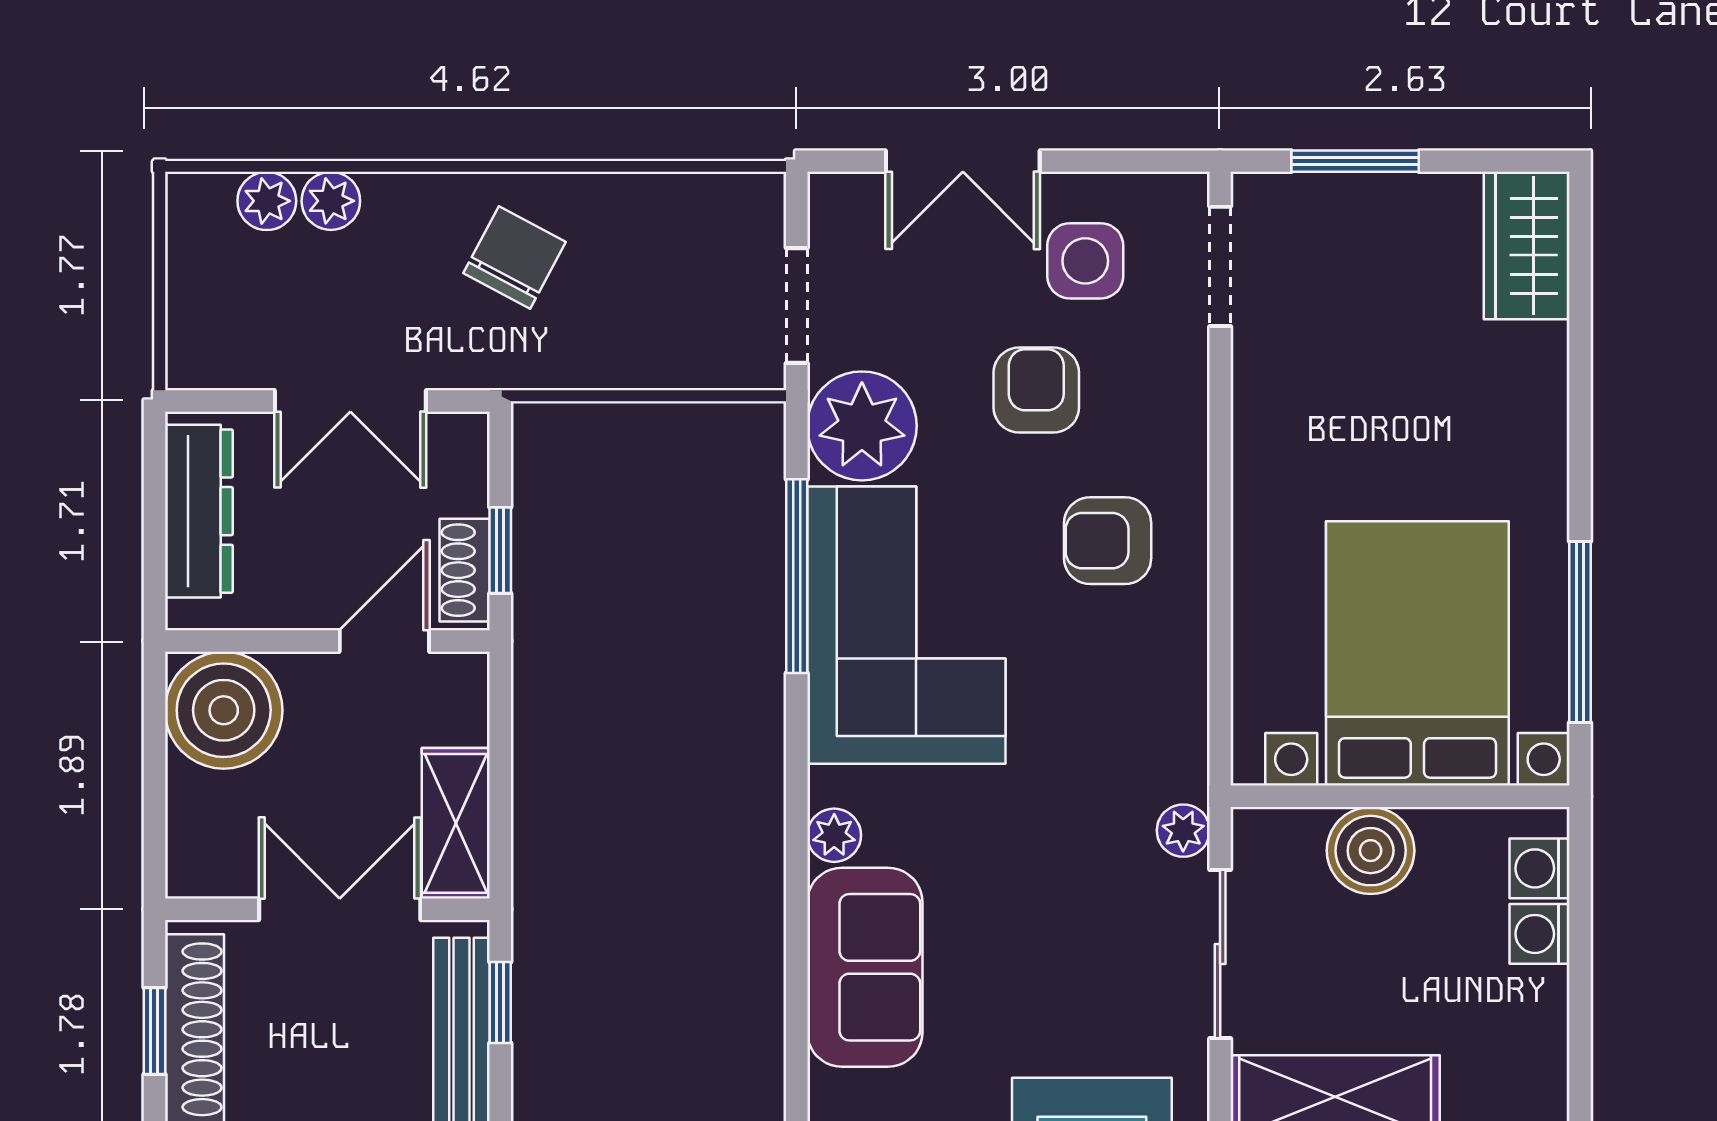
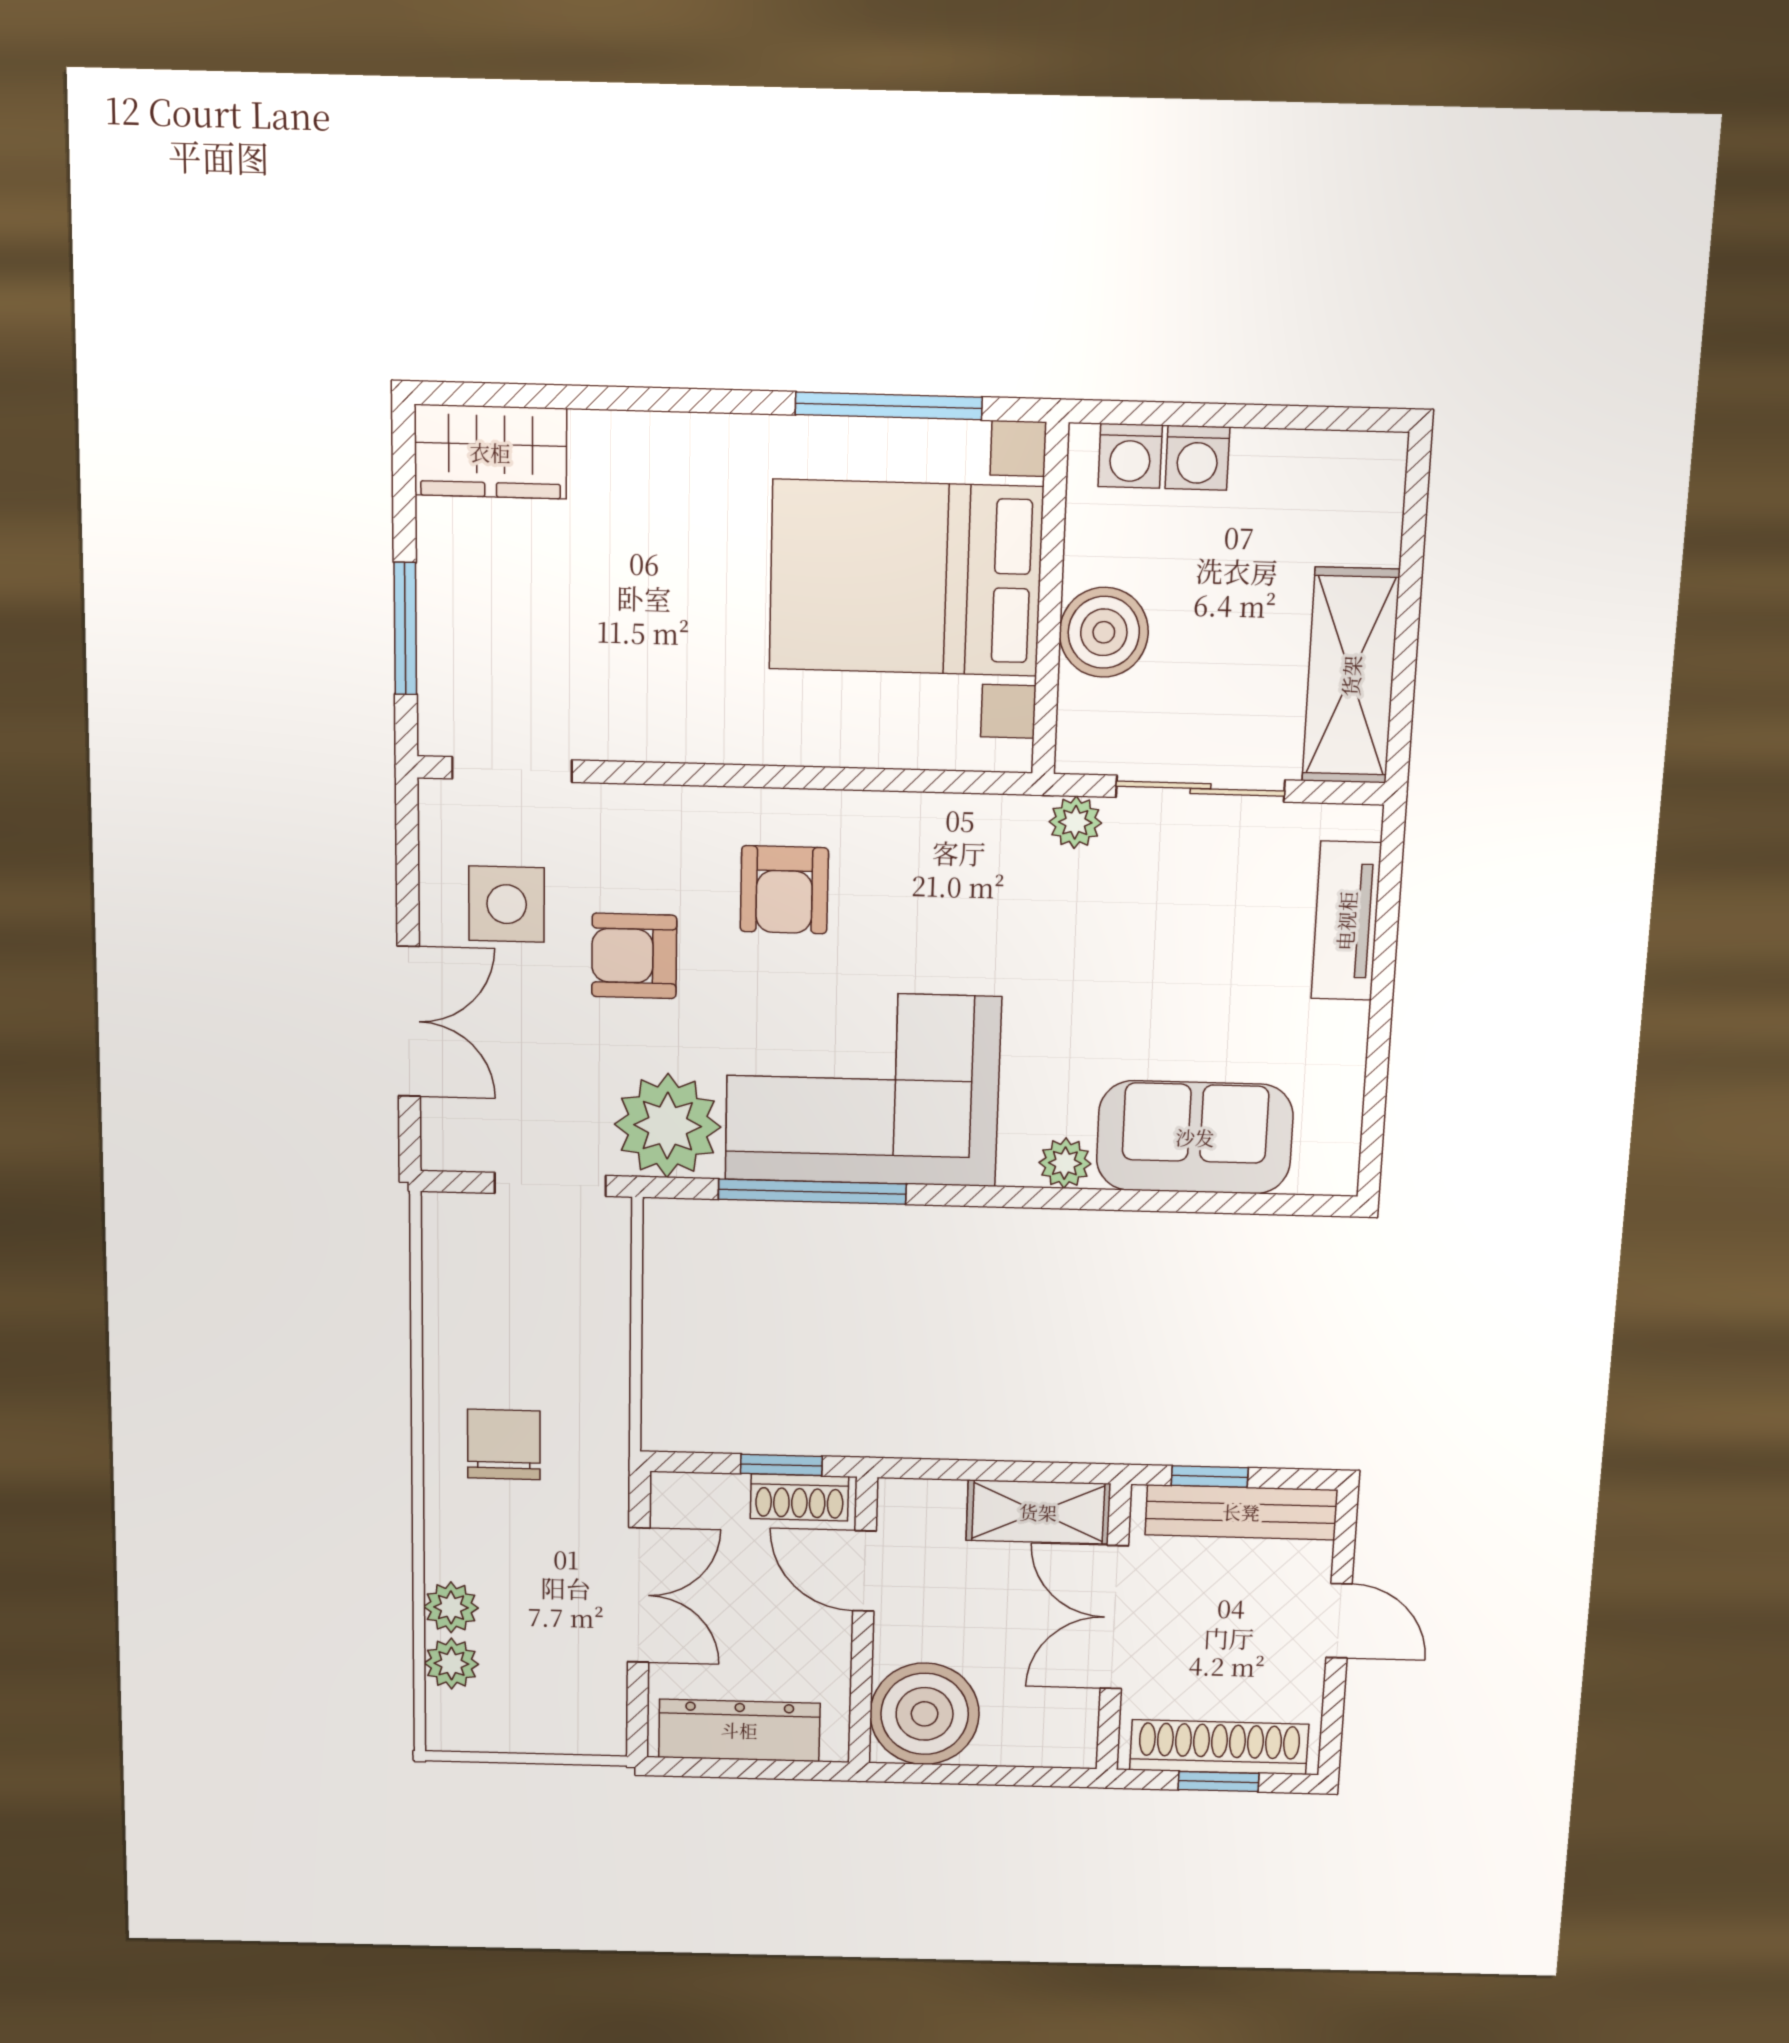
chair: (515, 257) -> (504, 1444), turned 62

